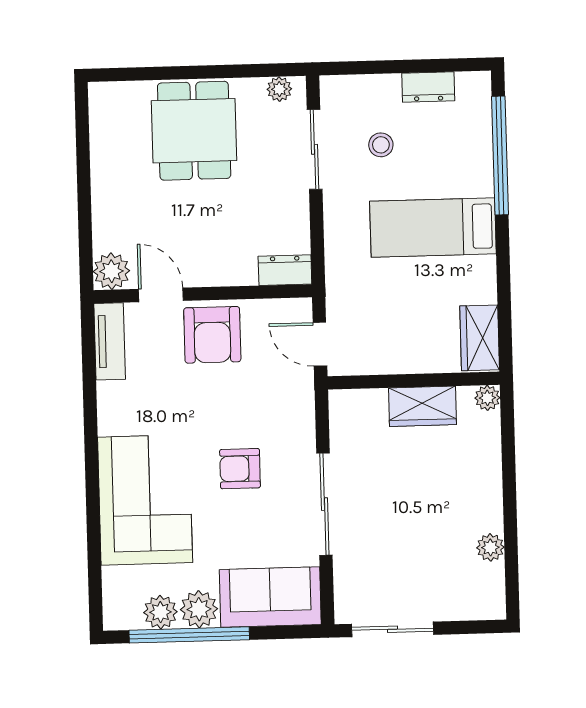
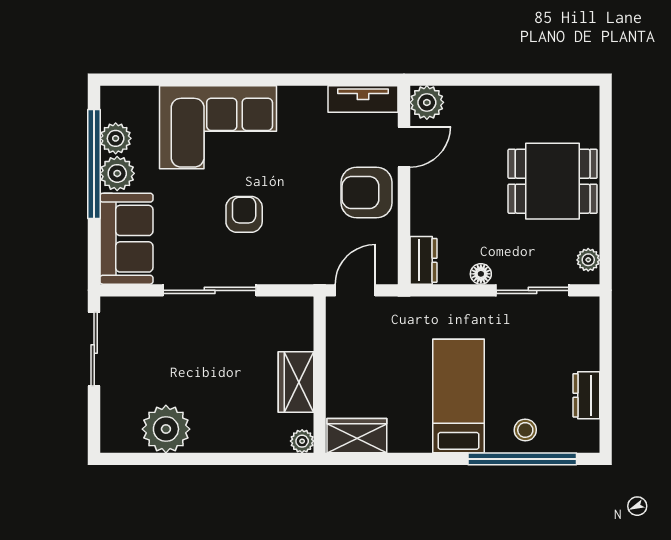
stool: (381, 145) -> (525, 430), moved
floor lamp: (298, 207) -> (481, 274), added
plant: (490, 547) -> (166, 429), width x1.88, depth x1.88

